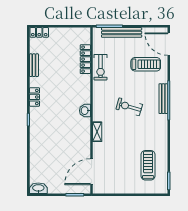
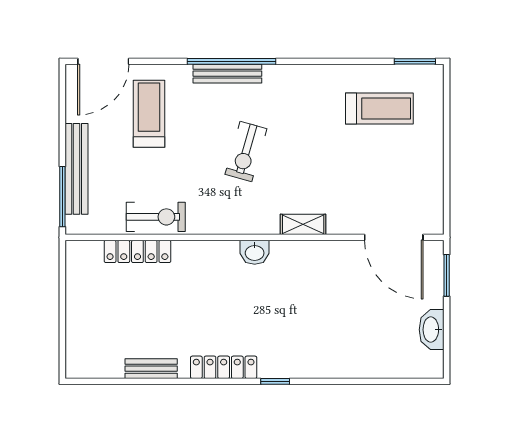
locker: (39, 32) -> (76, 357), removed
locker: (35, 97) -> (224, 367), width x1.53
treadmill: (148, 165) -> (379, 109), turned 180
washbasin: (38, 188) -> (432, 330), moved

